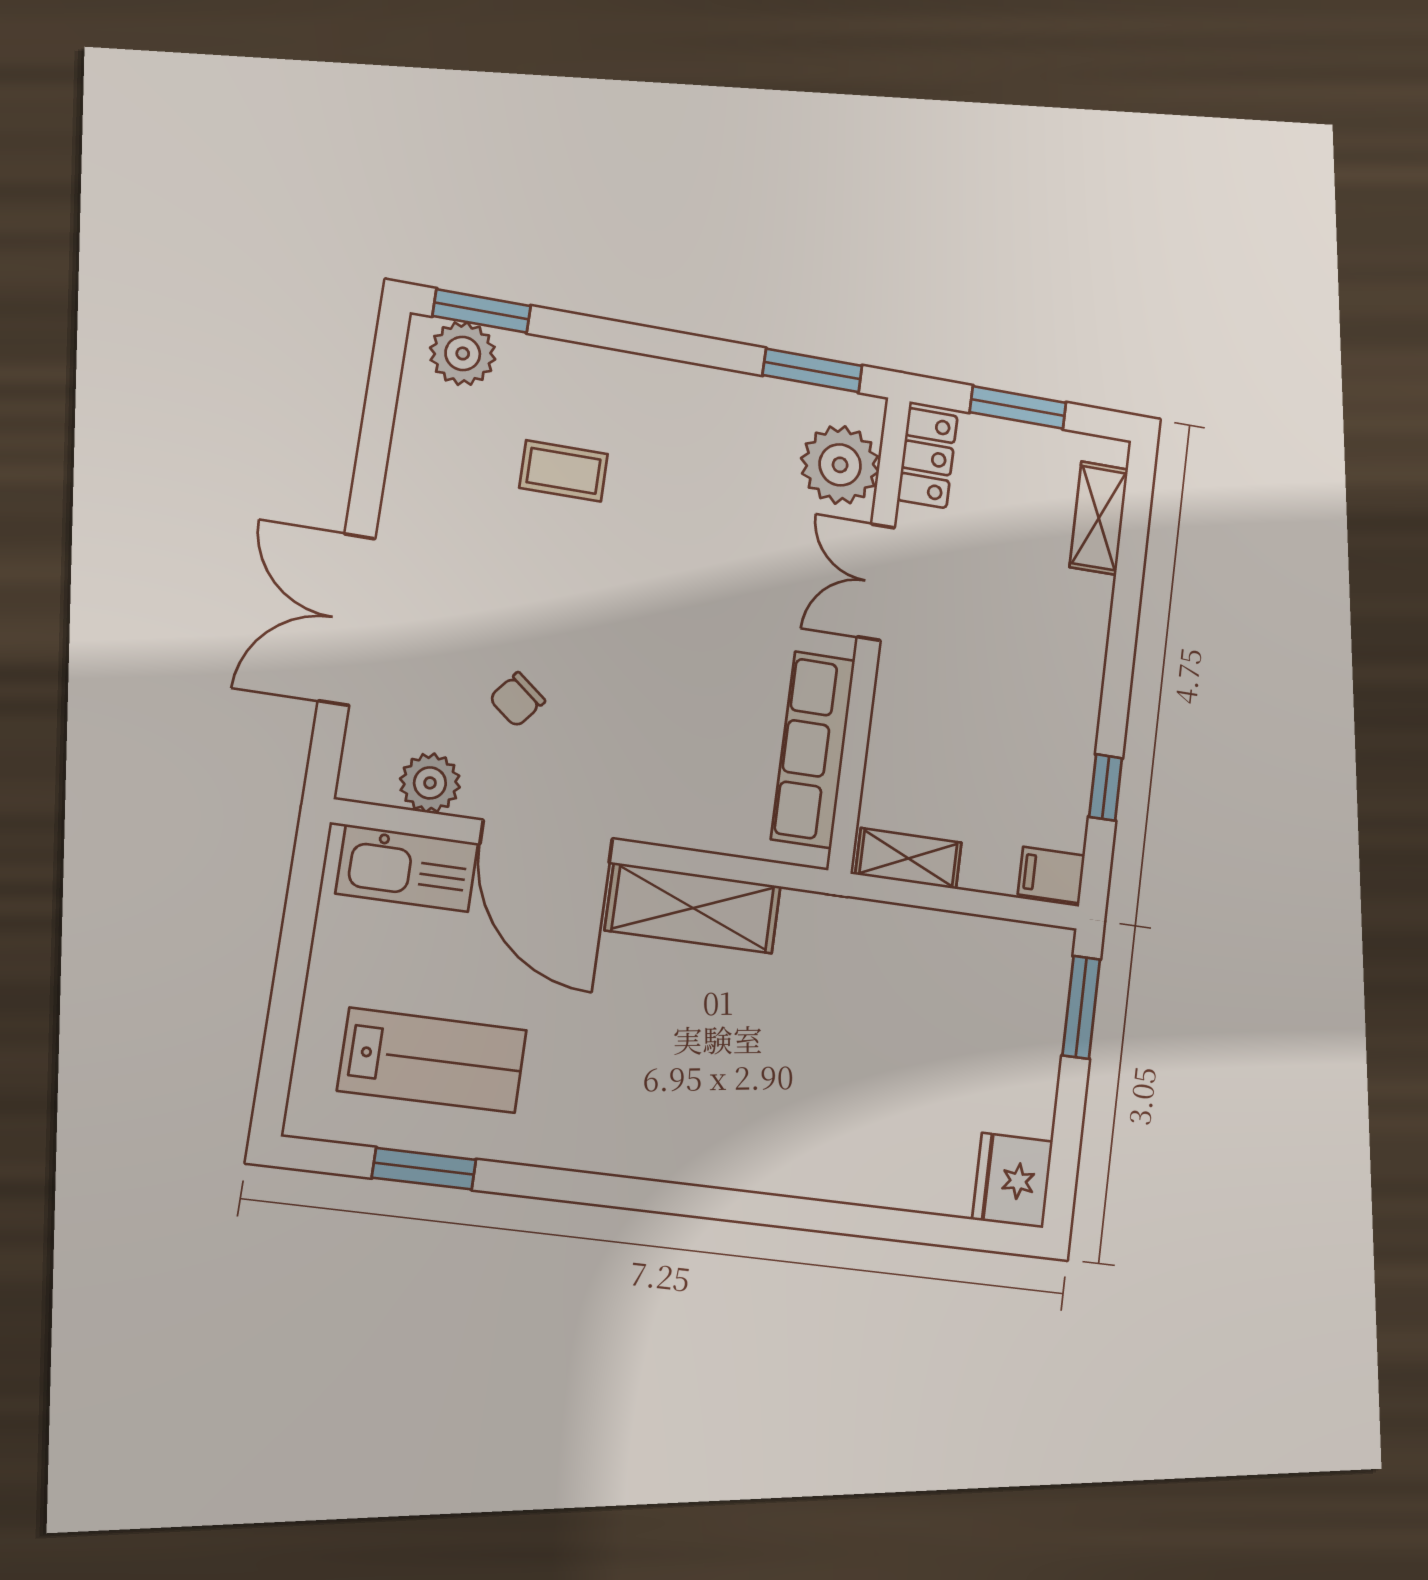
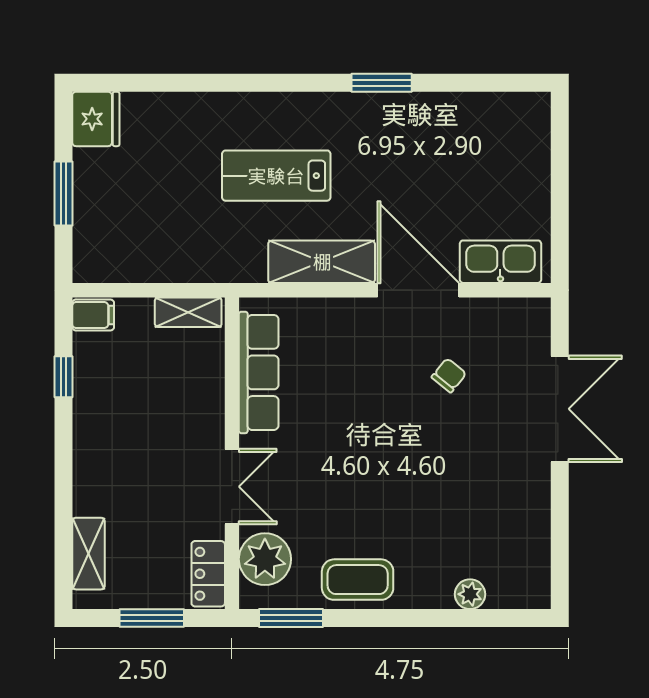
window: (482, 311) -> (507, 618), removed
plant: (463, 353) -> (470, 594), moved, width x0.73, depth x0.73
coffee table: (564, 471) -> (358, 580), moved, width x1.36, depth x1.30
plant: (430, 783) -> (494, 316), removed
window: (1081, 1007) -> (63, 194), moved
lab bench: (432, 1060) -> (276, 176), moved
window: (424, 1169) -> (382, 83), moved

